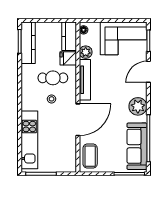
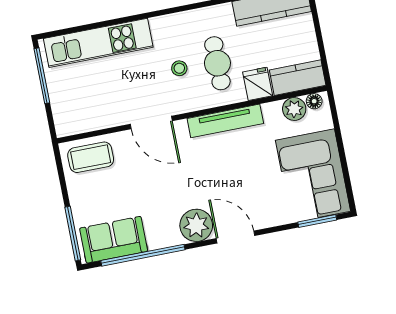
plant: (86, 52) -> (294, 109), moved
door: (148, 72) -> (235, 237), moved
door: (78, 120) -> (151, 123), width x0.73
sofa: (137, 146) -> (114, 240), width x0.73

